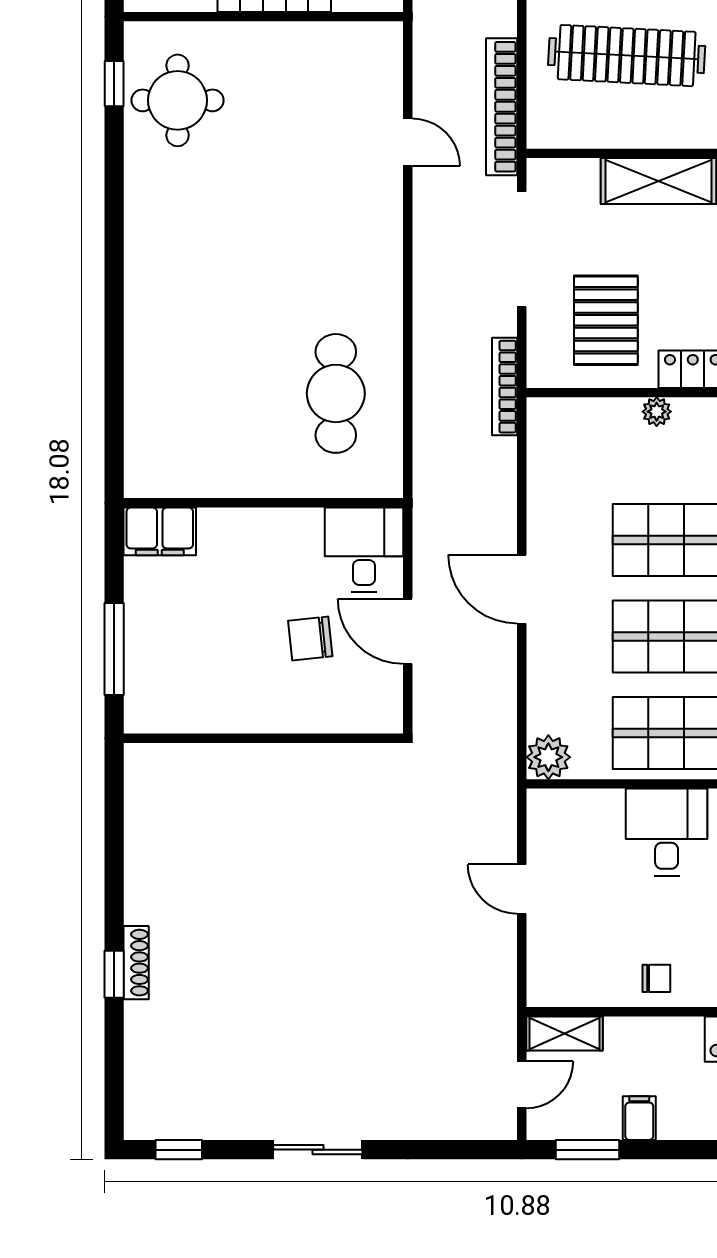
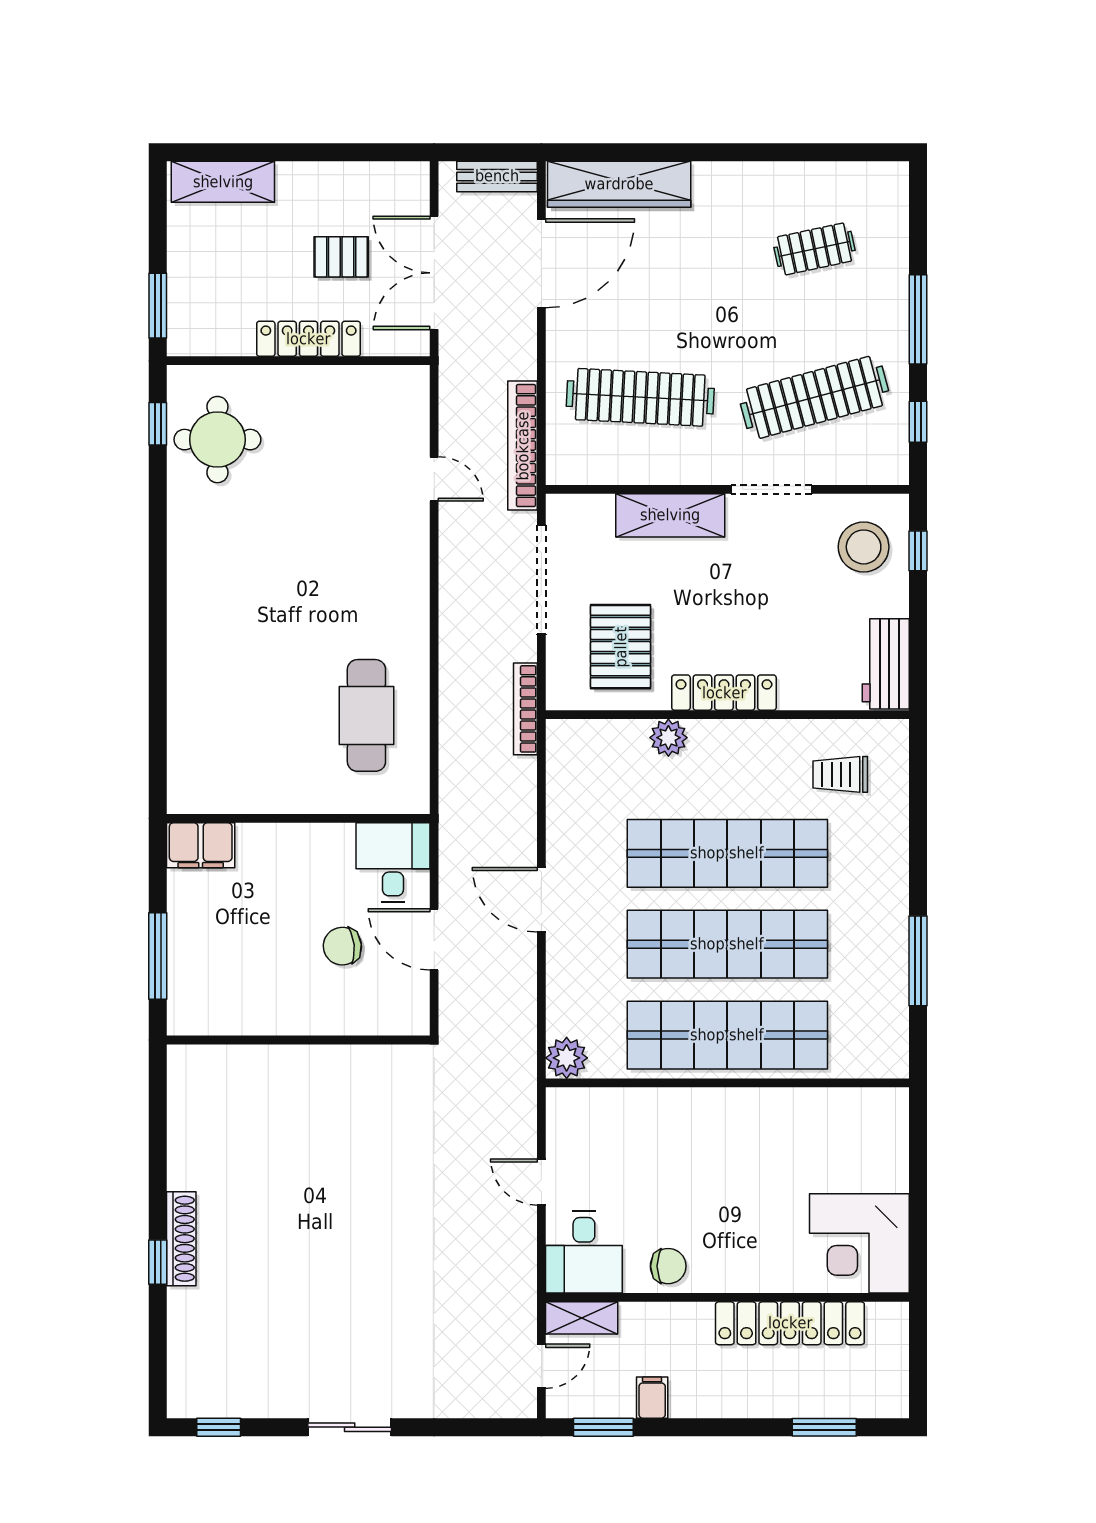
plant: (657, 412) -> (668, 738), width x1.38, depth x1.38
desk: (667, 832) -> (584, 1252), moved, turned 180
shoe rack: (136, 963) -> (181, 1239), width x1.36, depth x1.24
chair: (656, 978) -> (668, 1266), width x1.37, depth x1.37

